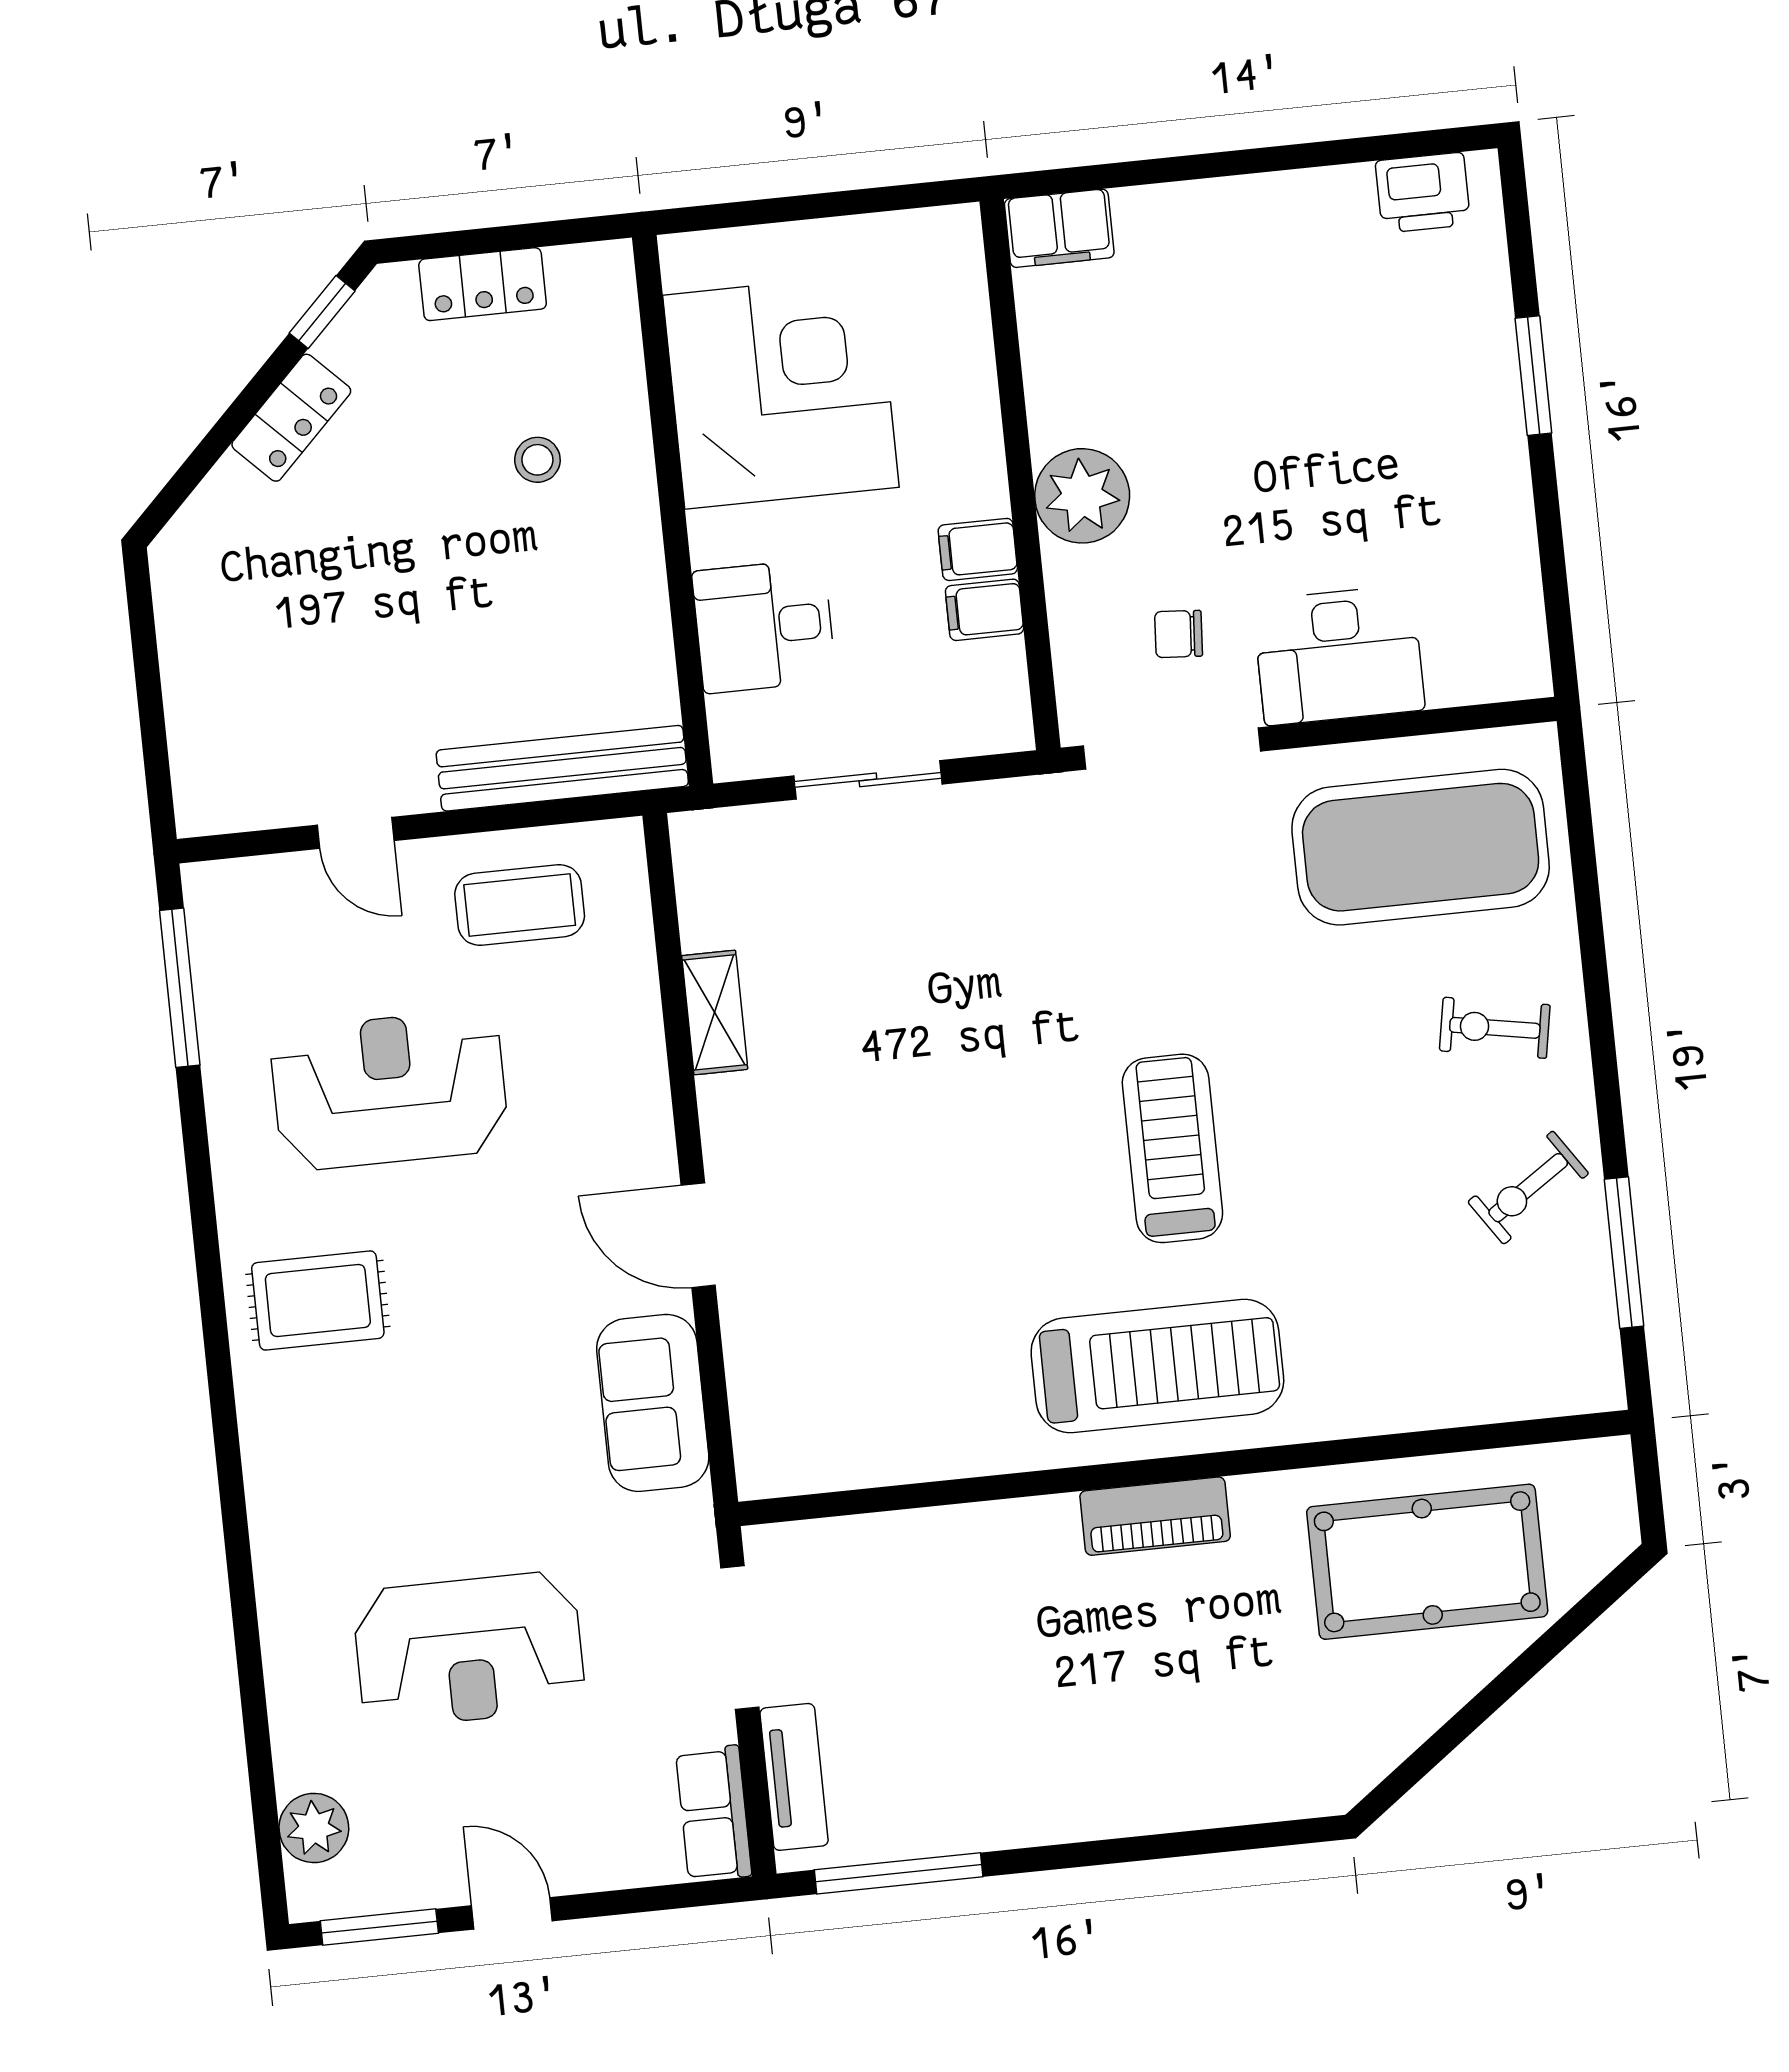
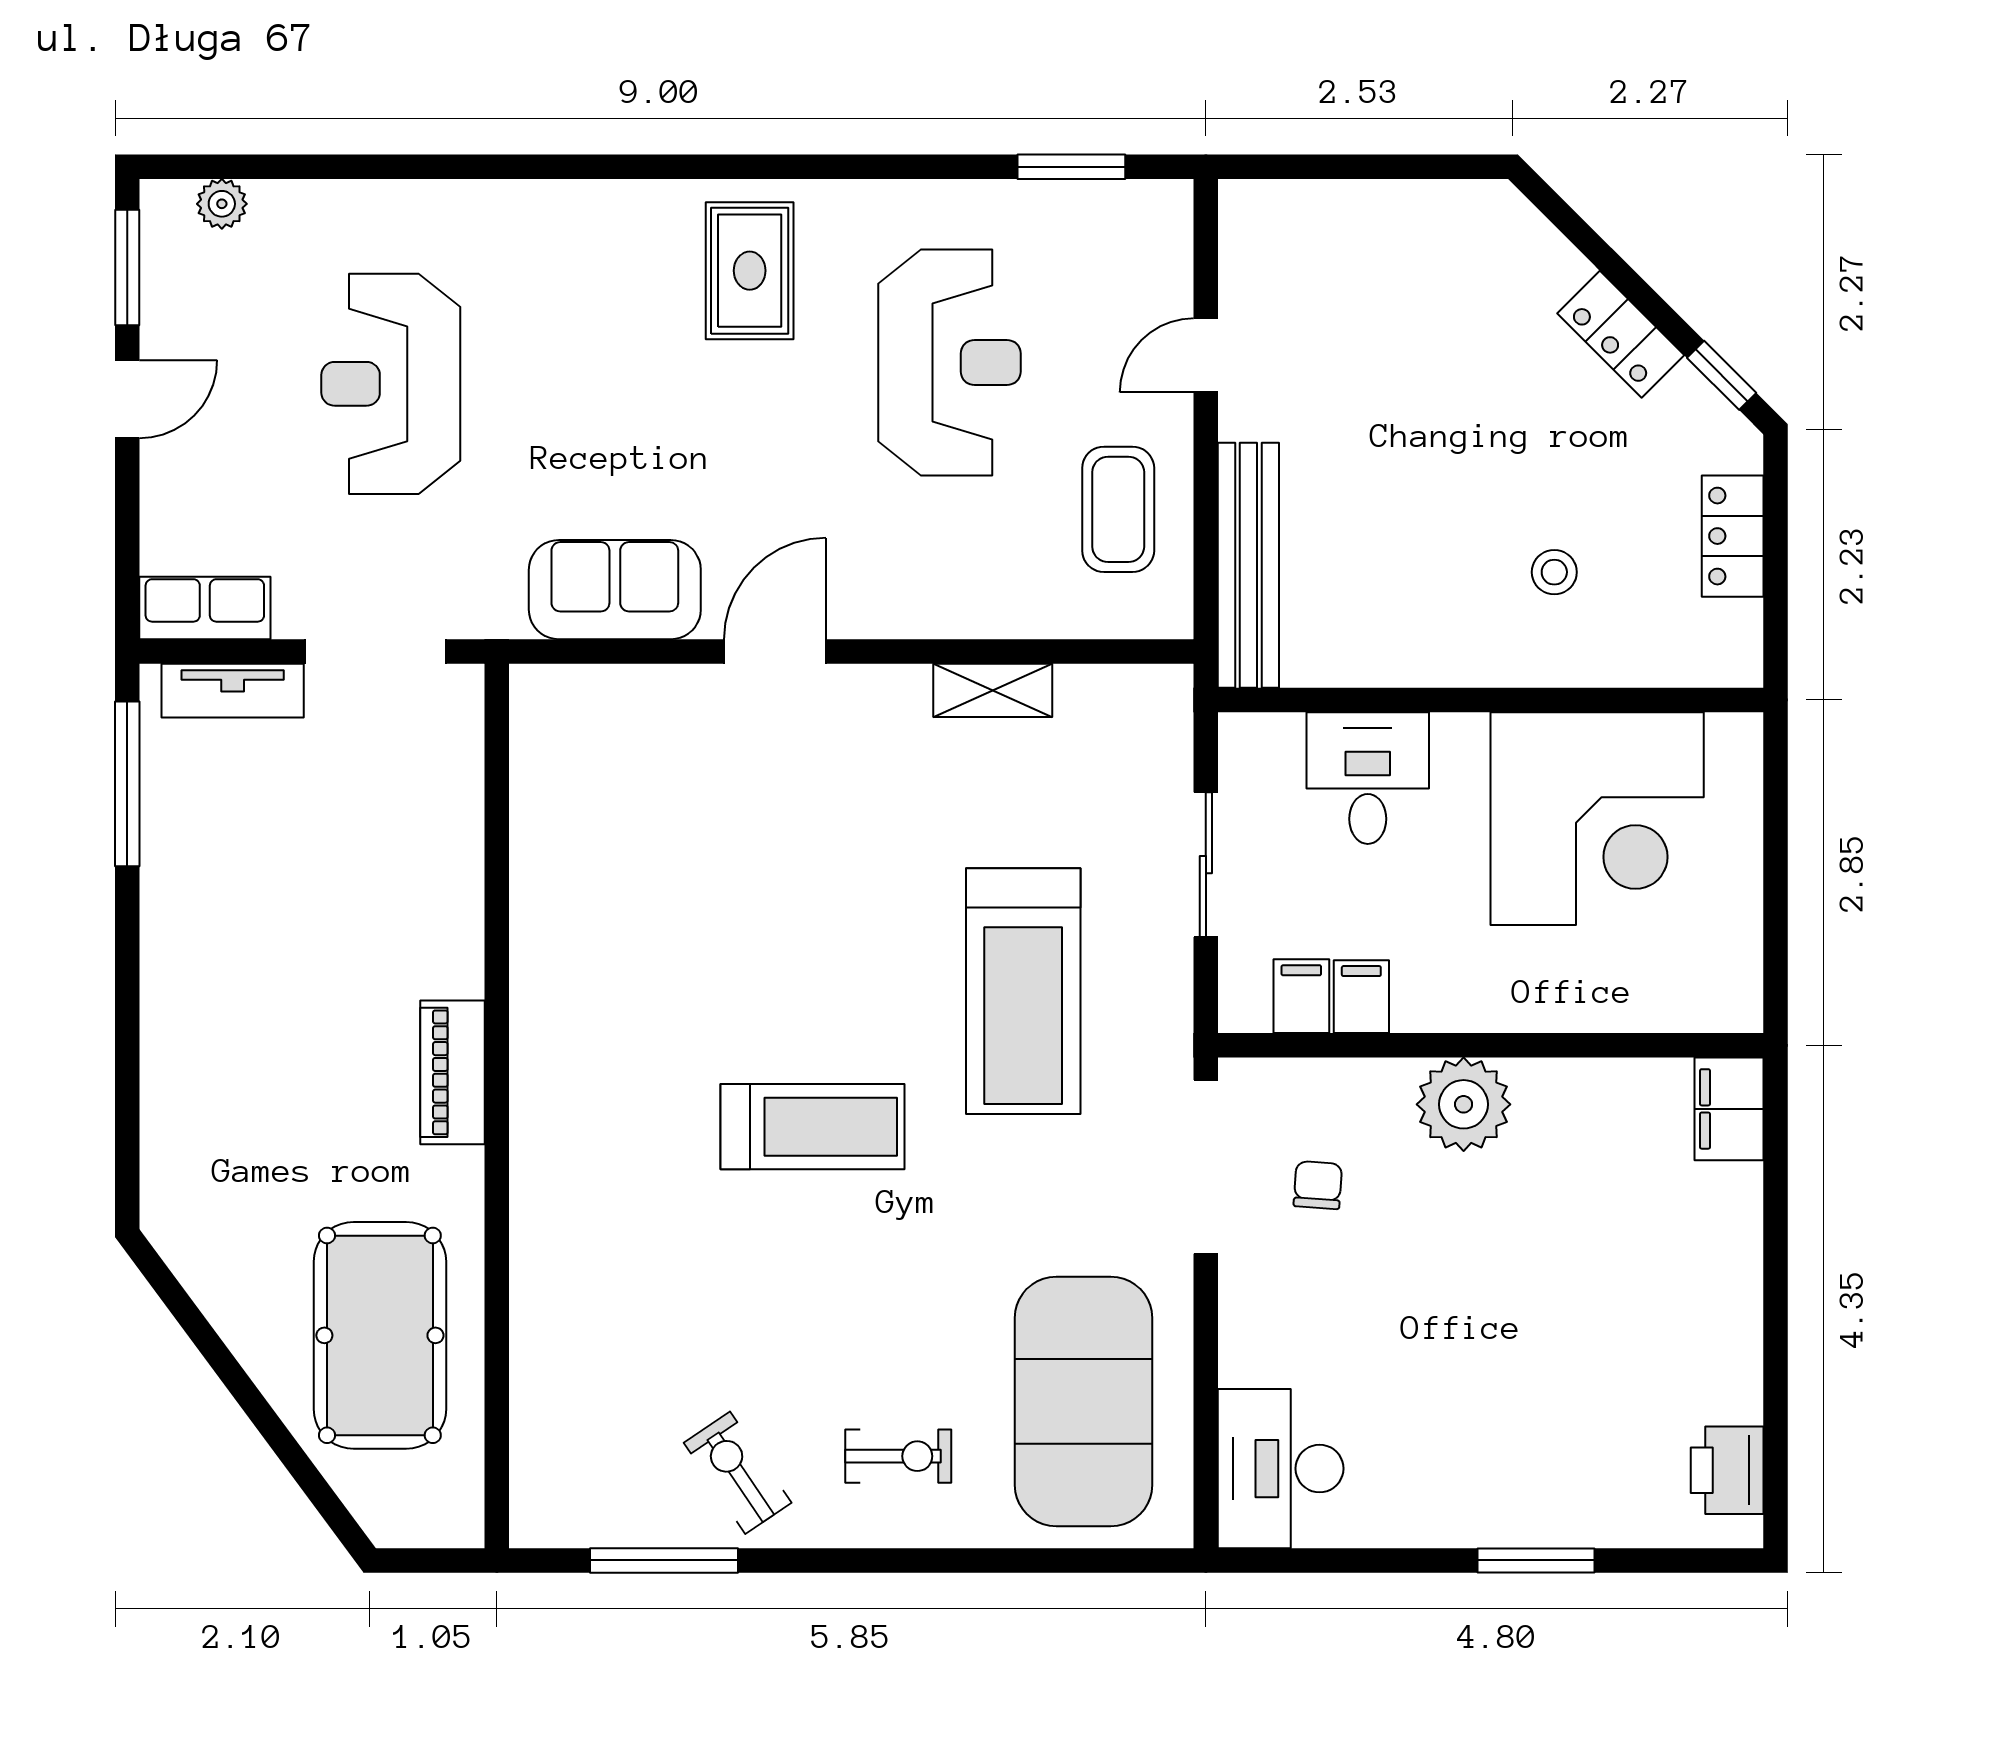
filing cabinet: (978, 549) -> (1301, 996), moved
desk: (1339, 655) -> (1281, 1469), moved
window: (180, 988) -> (1071, 167), width x0.69
exercise bike: (1495, 1028) -> (898, 1456), turned 80
treadmill: (1157, 1366) -> (1023, 991), moved
plant: (314, 1828) -> (222, 204), width x0.73, depth x0.73

